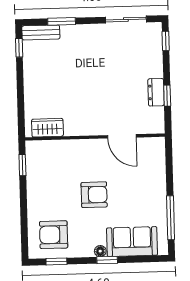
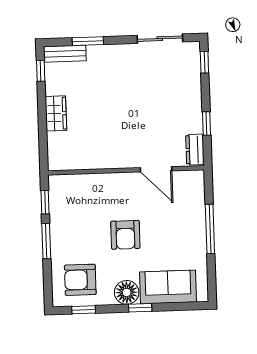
dresser: (156, 92) -> (195, 150), moved
wardrobe: (47, 128) -> (56, 113), moved, turned 90
armchair: (94, 195) -> (125, 235), turned 90
window: (23, 200) -> (46, 241), added
window: (171, 218) -> (210, 229), moved
floor lamp: (100, 251) -> (127, 292), width x1.89, depth x1.89

